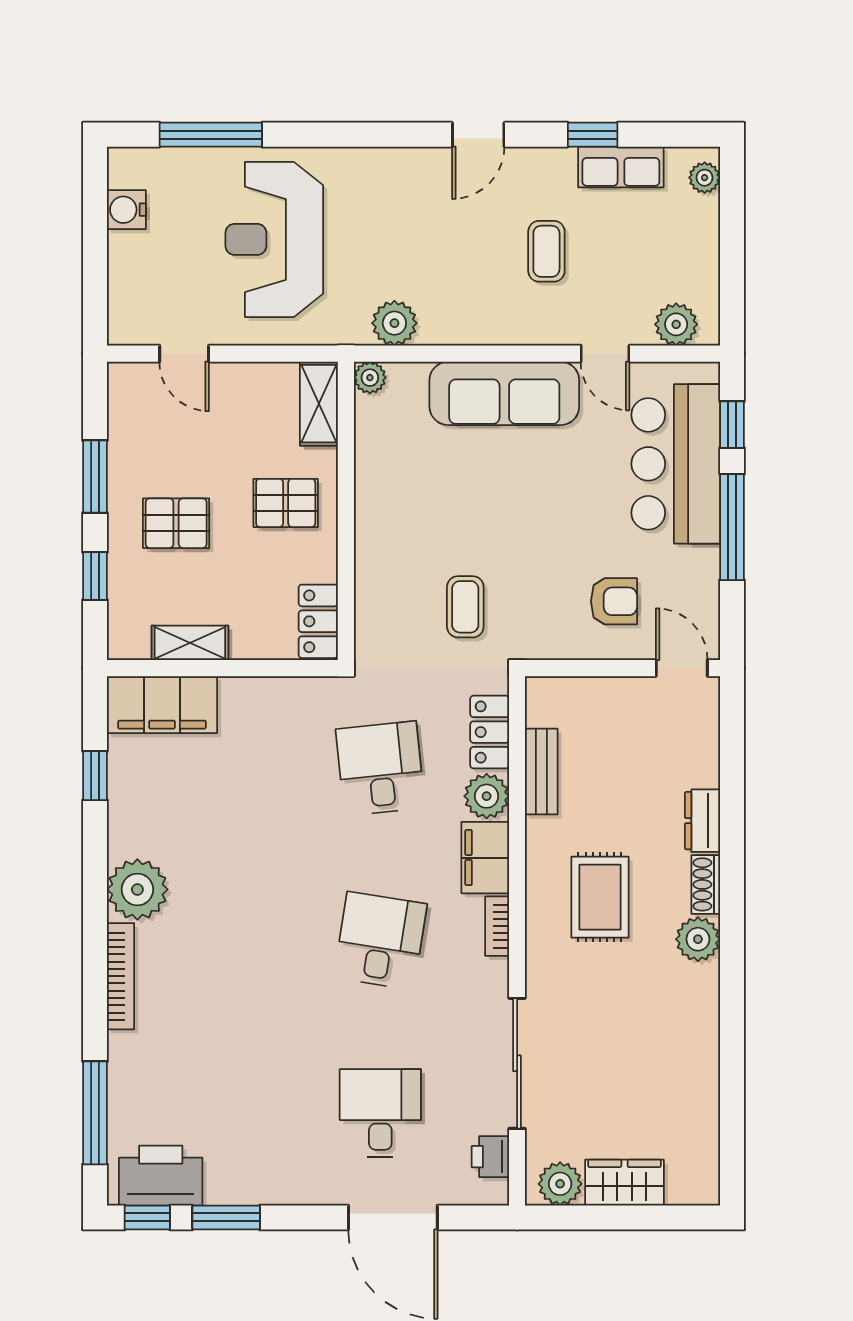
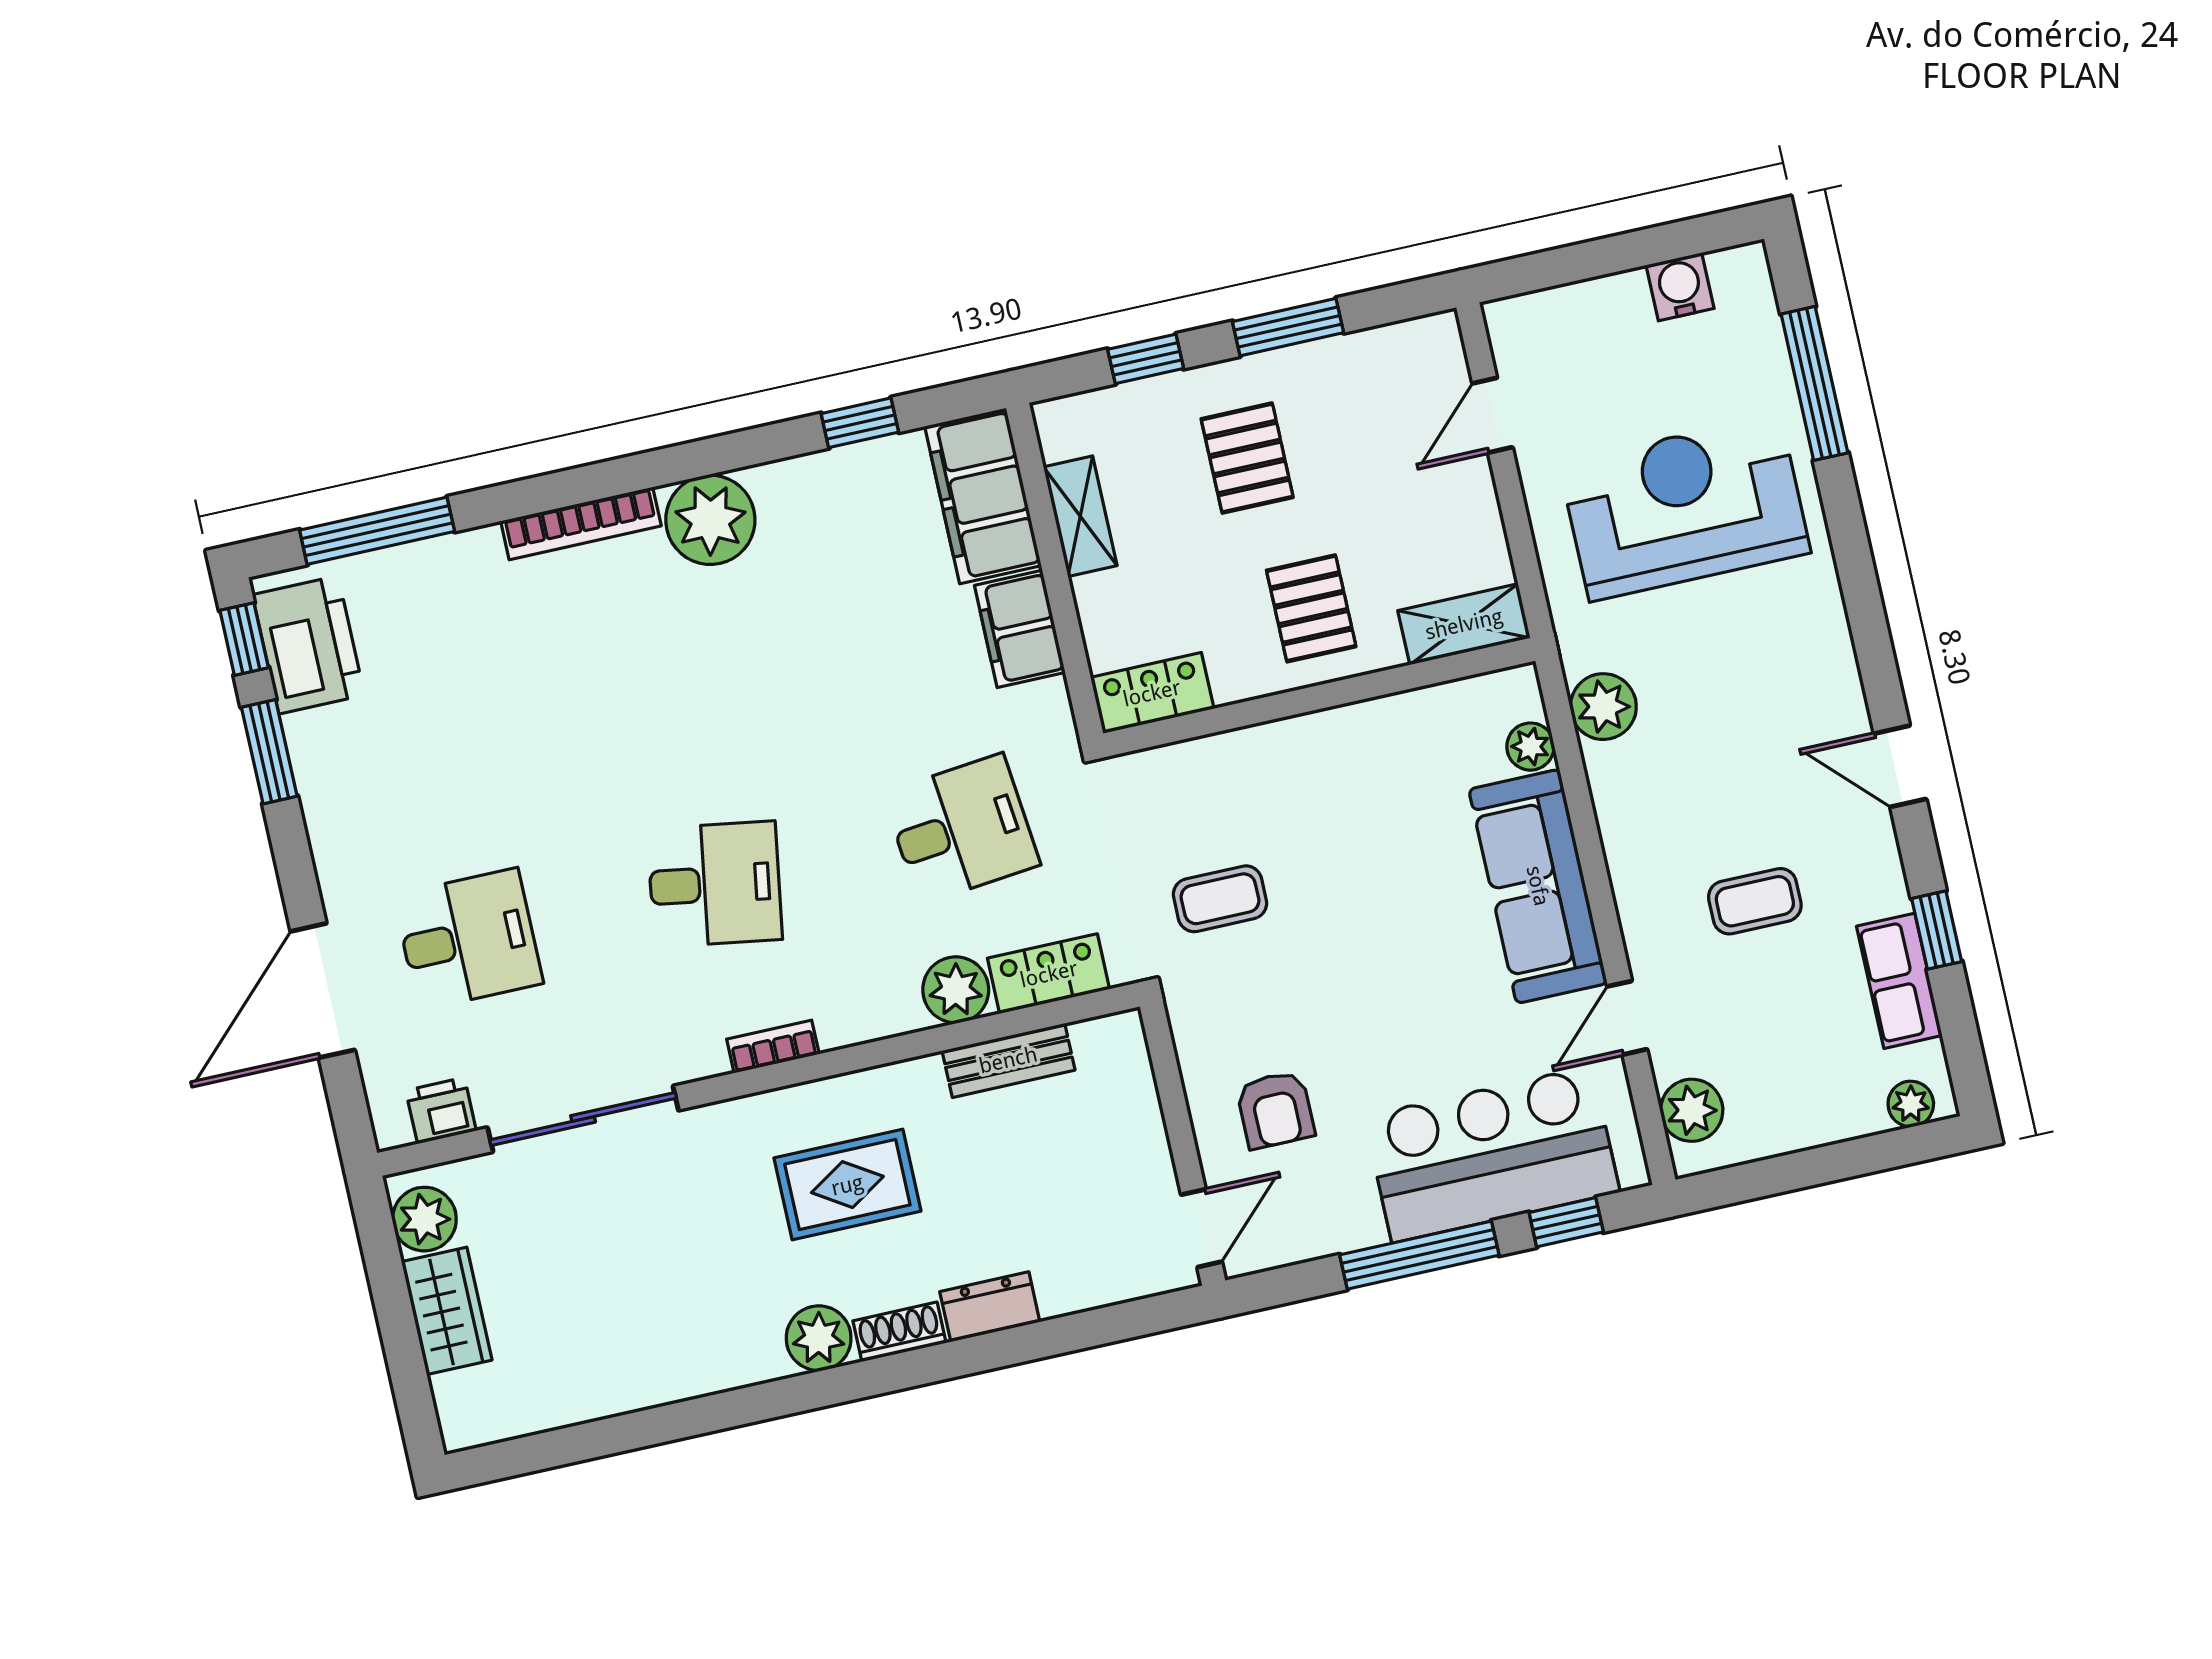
plant: (370, 378) -> (1530, 747), moved
filing cabinet: (485, 858) -> (1020, 629), moved, turned -90

